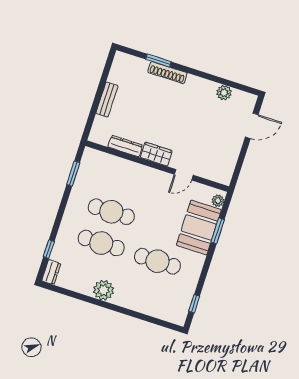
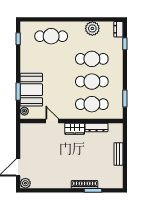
plant: (224, 93) -> (25, 183), moved
door: (184, 175) -> (52, 121), hinge flipped
cafe table: (121, 180) -> (92, 104), added
cafe table: (158, 261) -> (51, 36), moved
plant: (103, 290) -> (92, 28), moved

